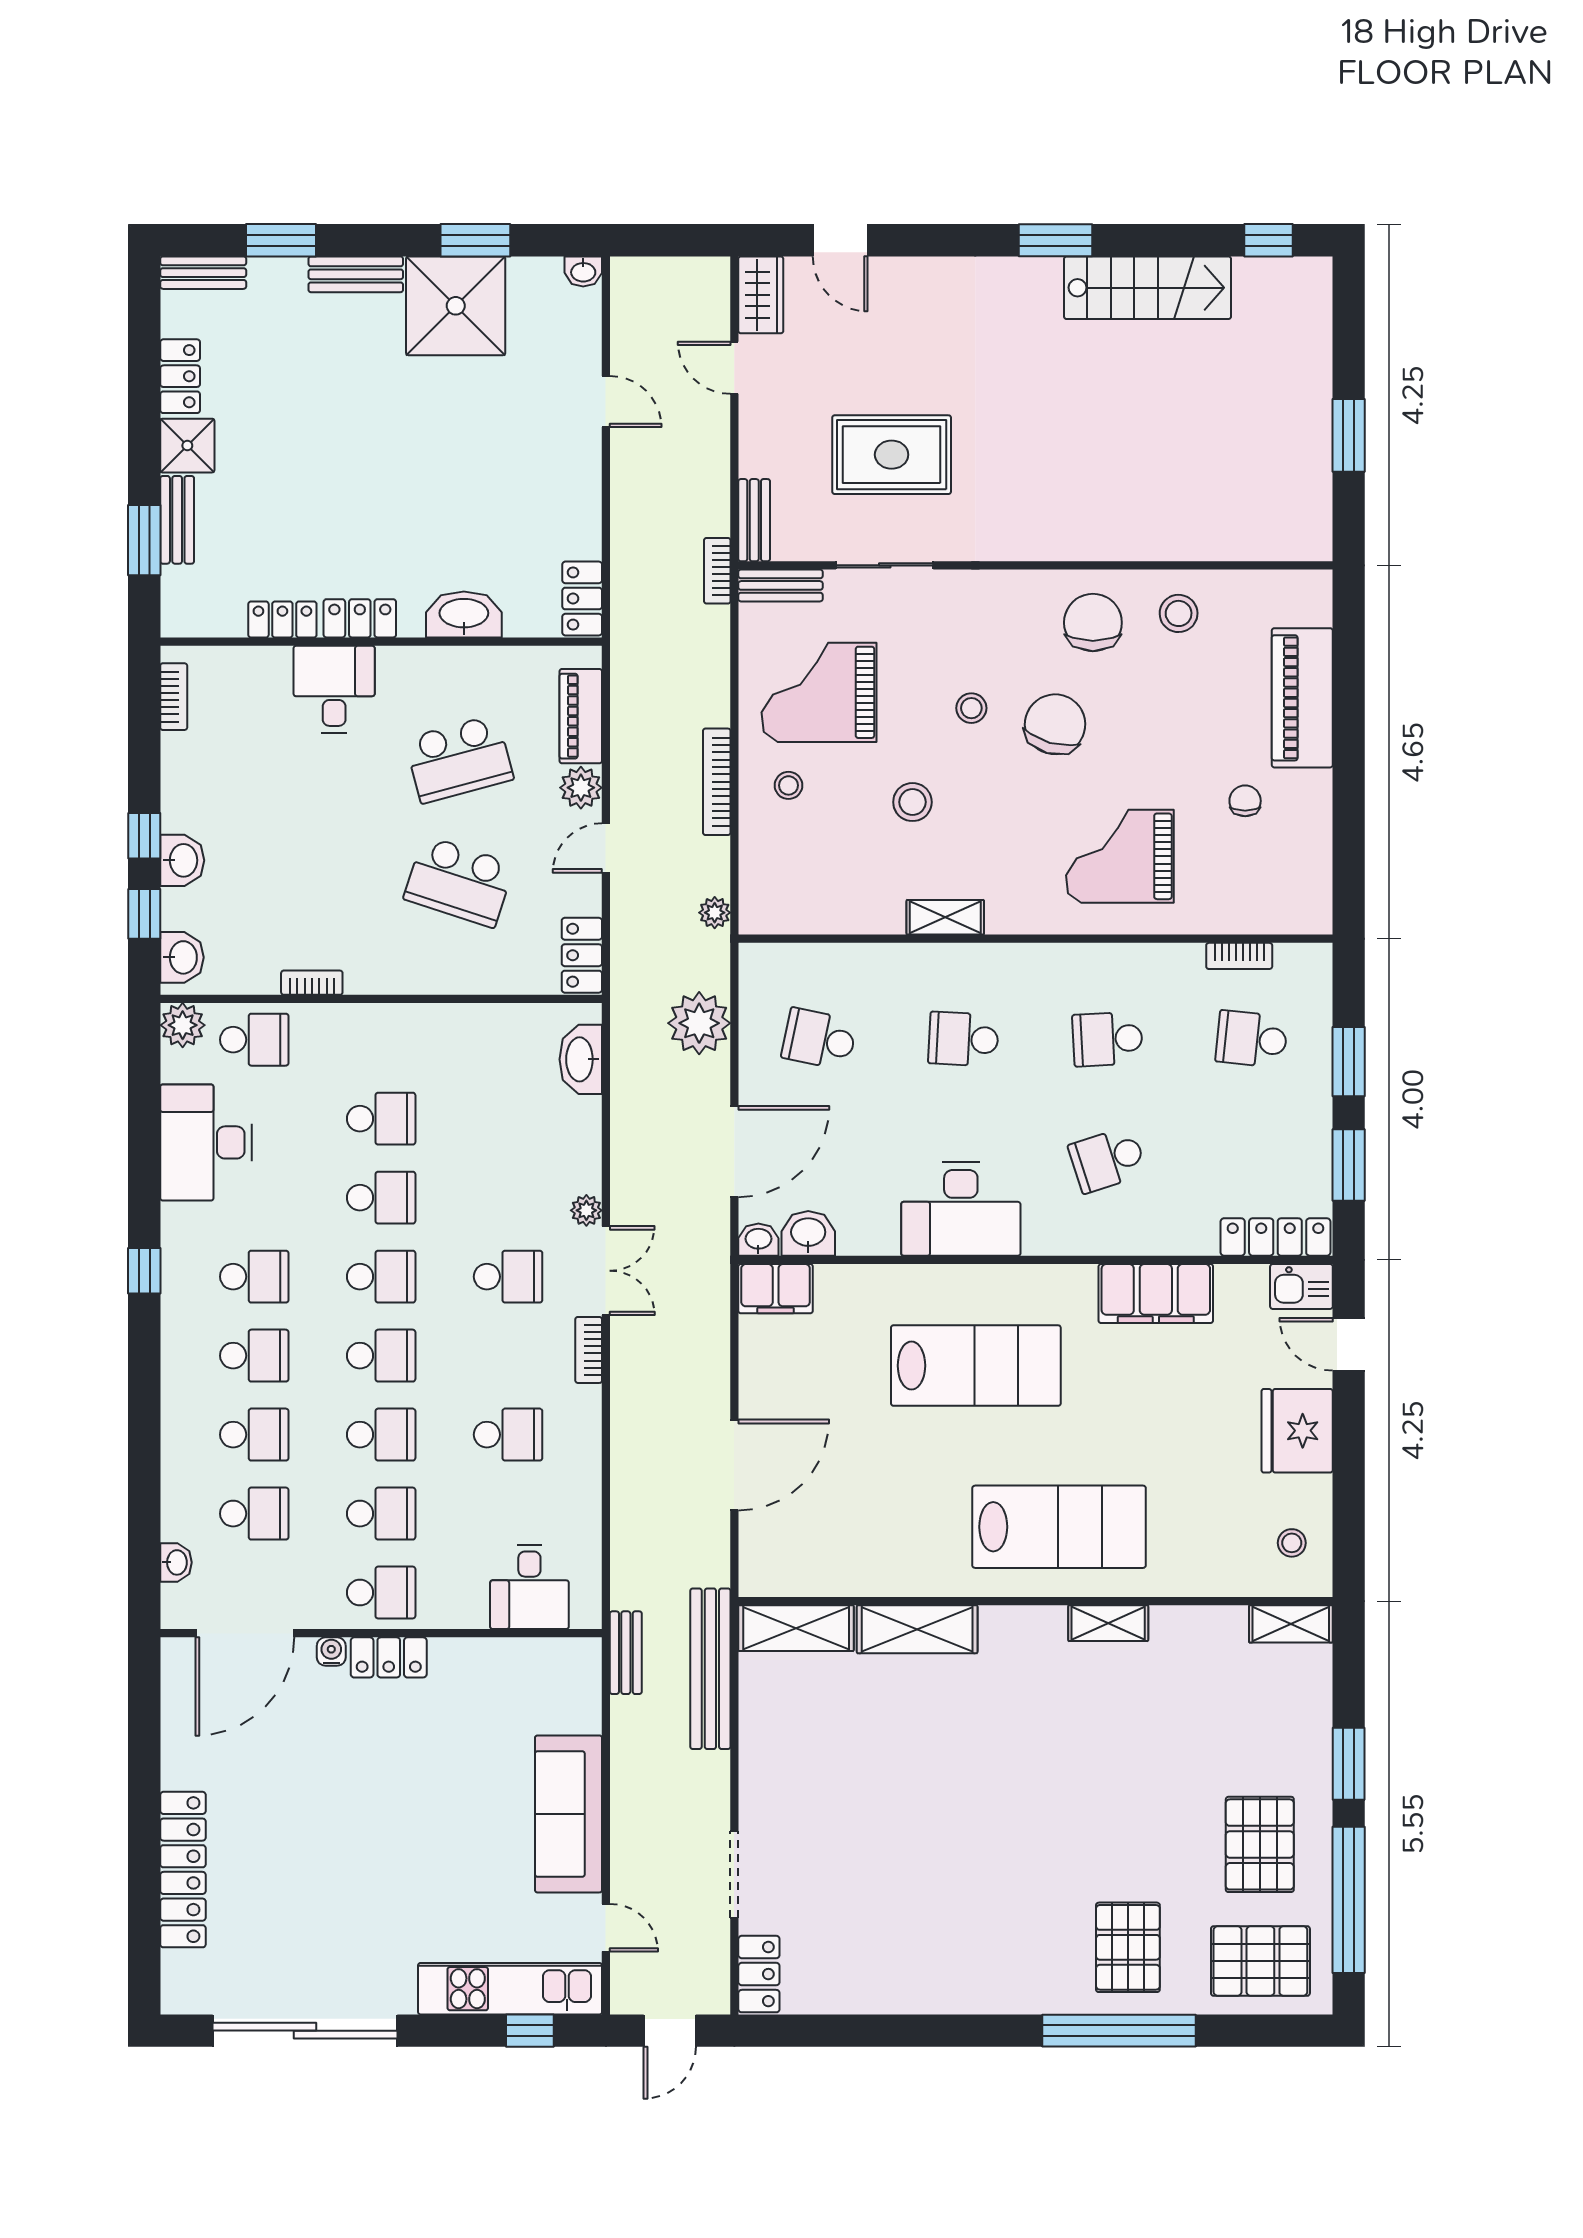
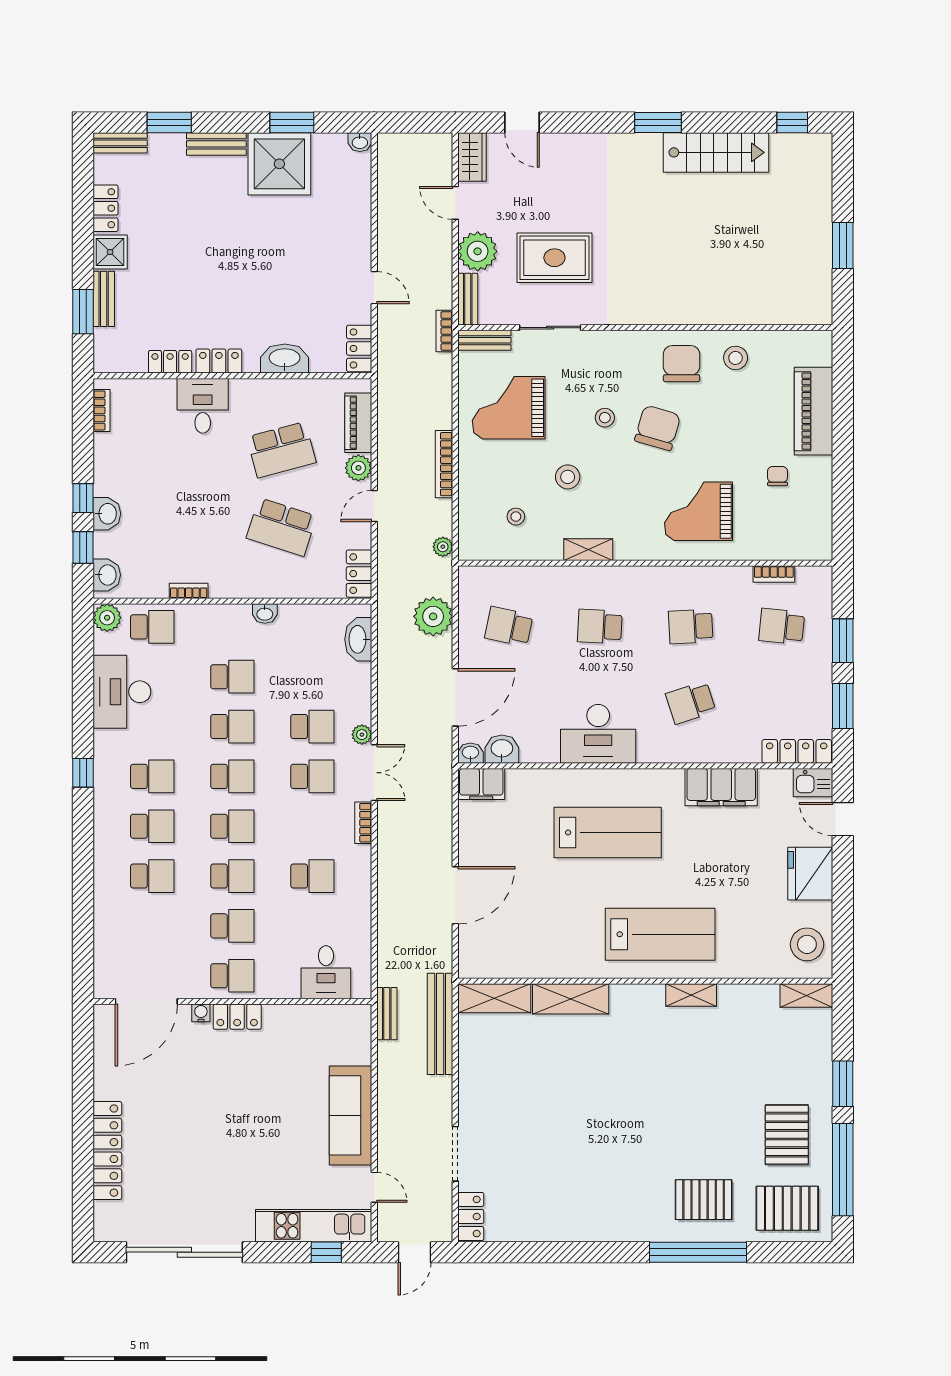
door: (606, 402) -> (374, 288), moved
plant: (770, 444) -> (478, 251), added
stool: (788, 785) -> (516, 517), moved
school desk: (254, 1514) -> (312, 727), moved
stool: (1292, 1543) -> (807, 944), width x1.89, depth x1.89
washbasin: (176, 1562) -> (265, 614), moved, turned 90
pallet: (1128, 1947) -> (704, 1200), turned 90

